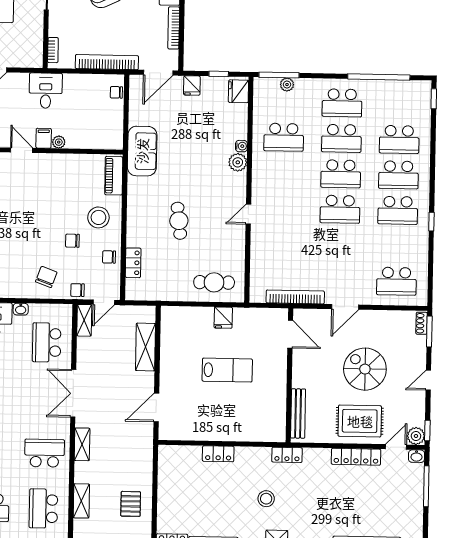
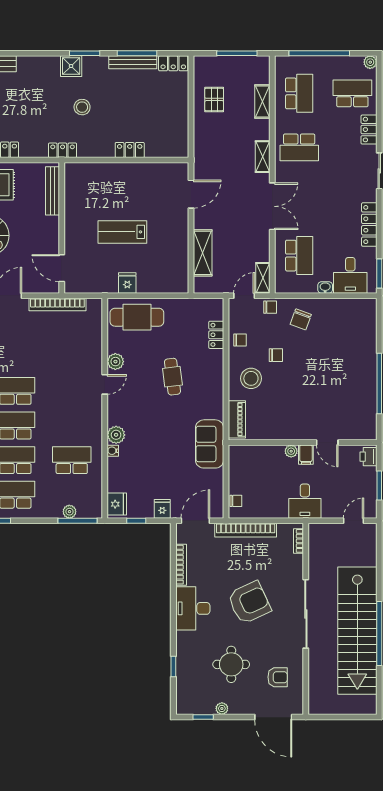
plant: (237, 237) -> (115, 362), added
cafe table: (214, 282) -> (137, 317), width x1.37, depth x1.35

